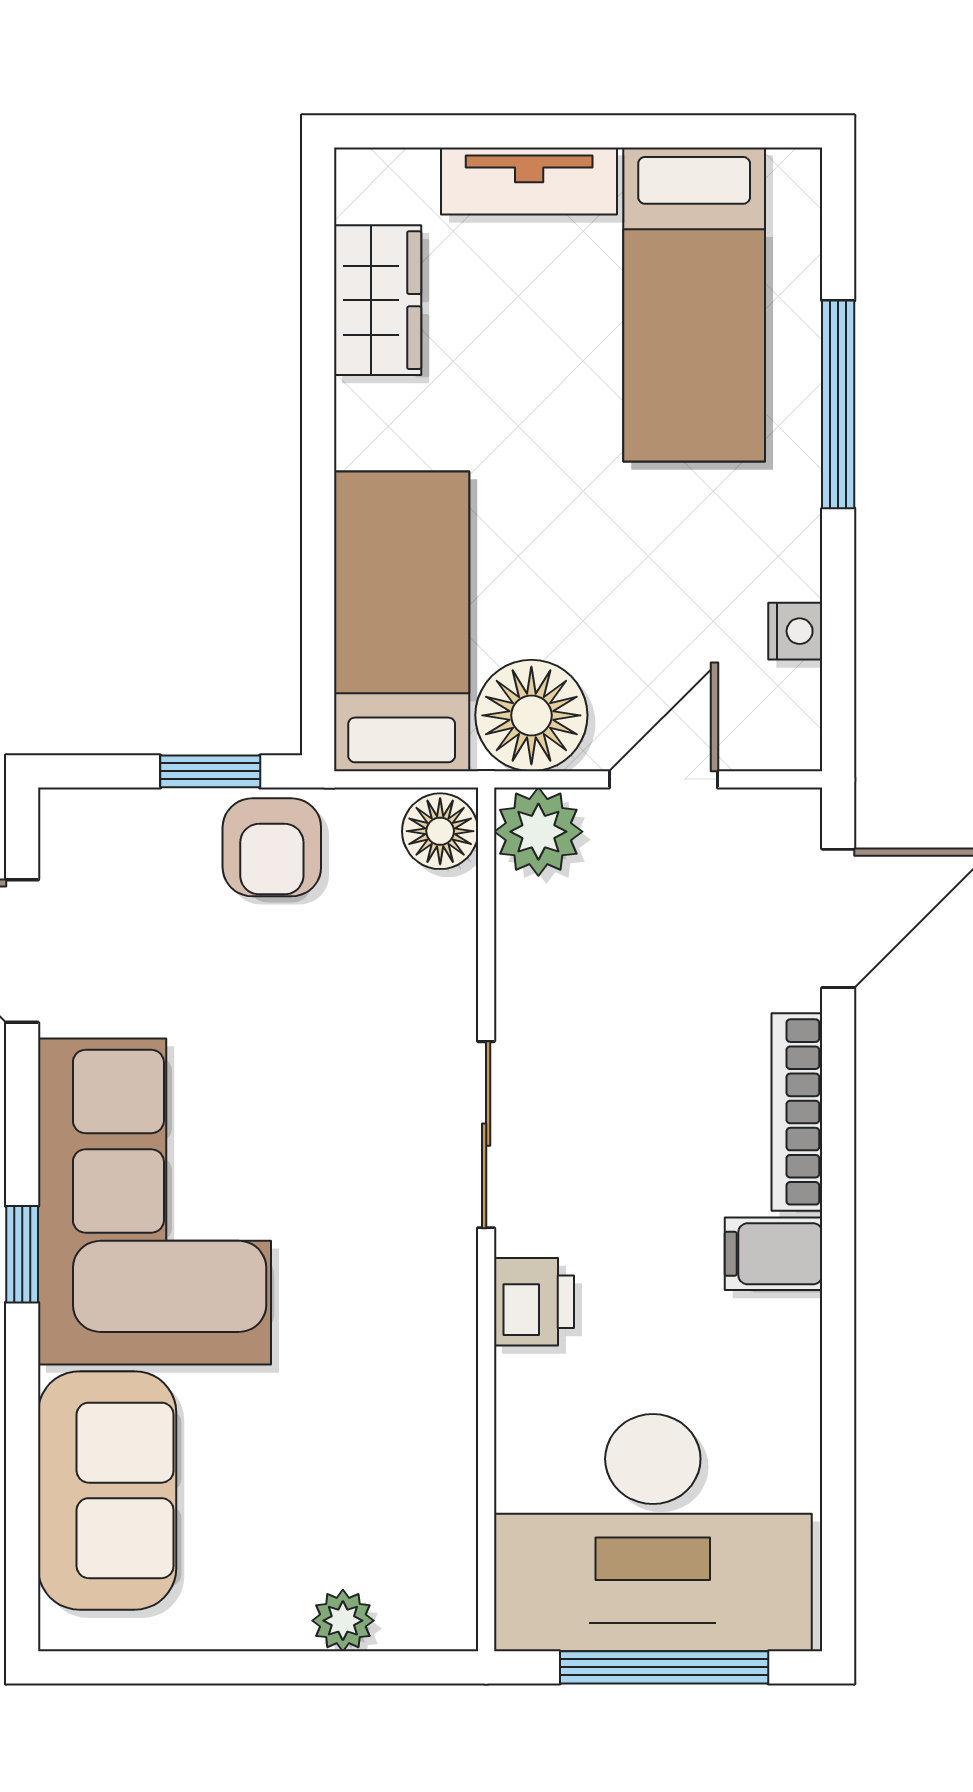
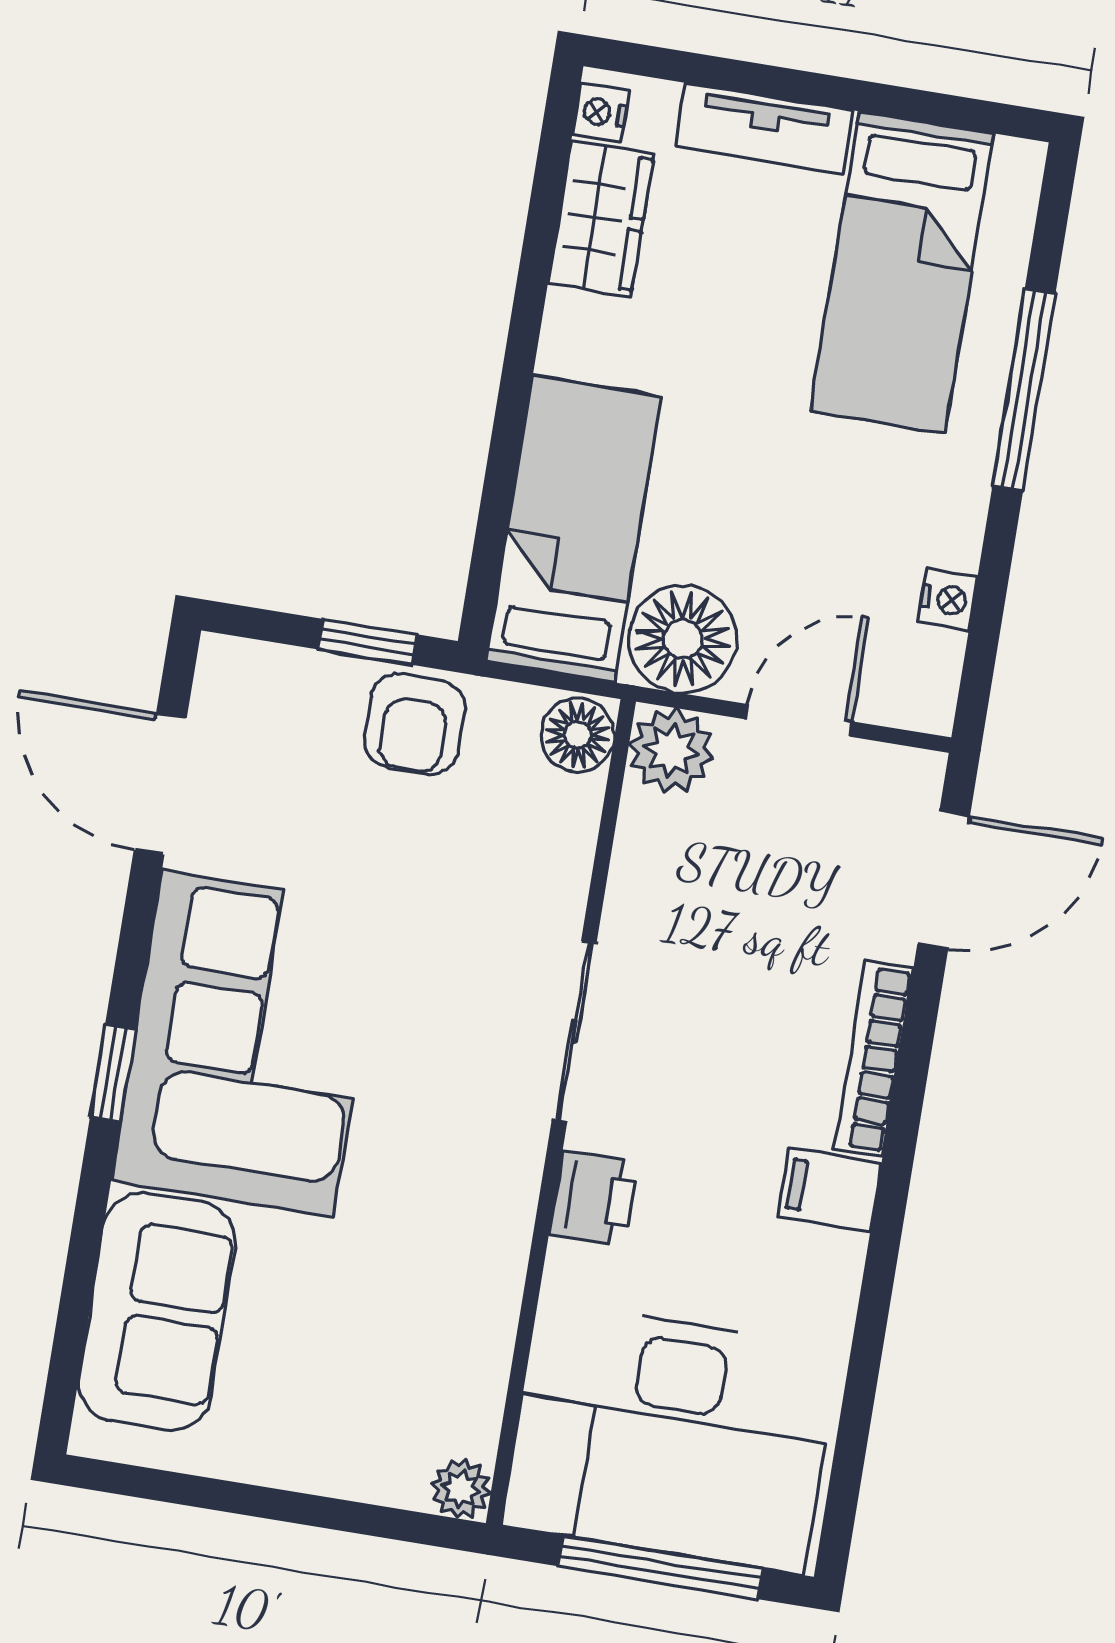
nightstand: (360, 192) -> (601, 112), added
plant: (343, 1621) -> (461, 1489), moved

